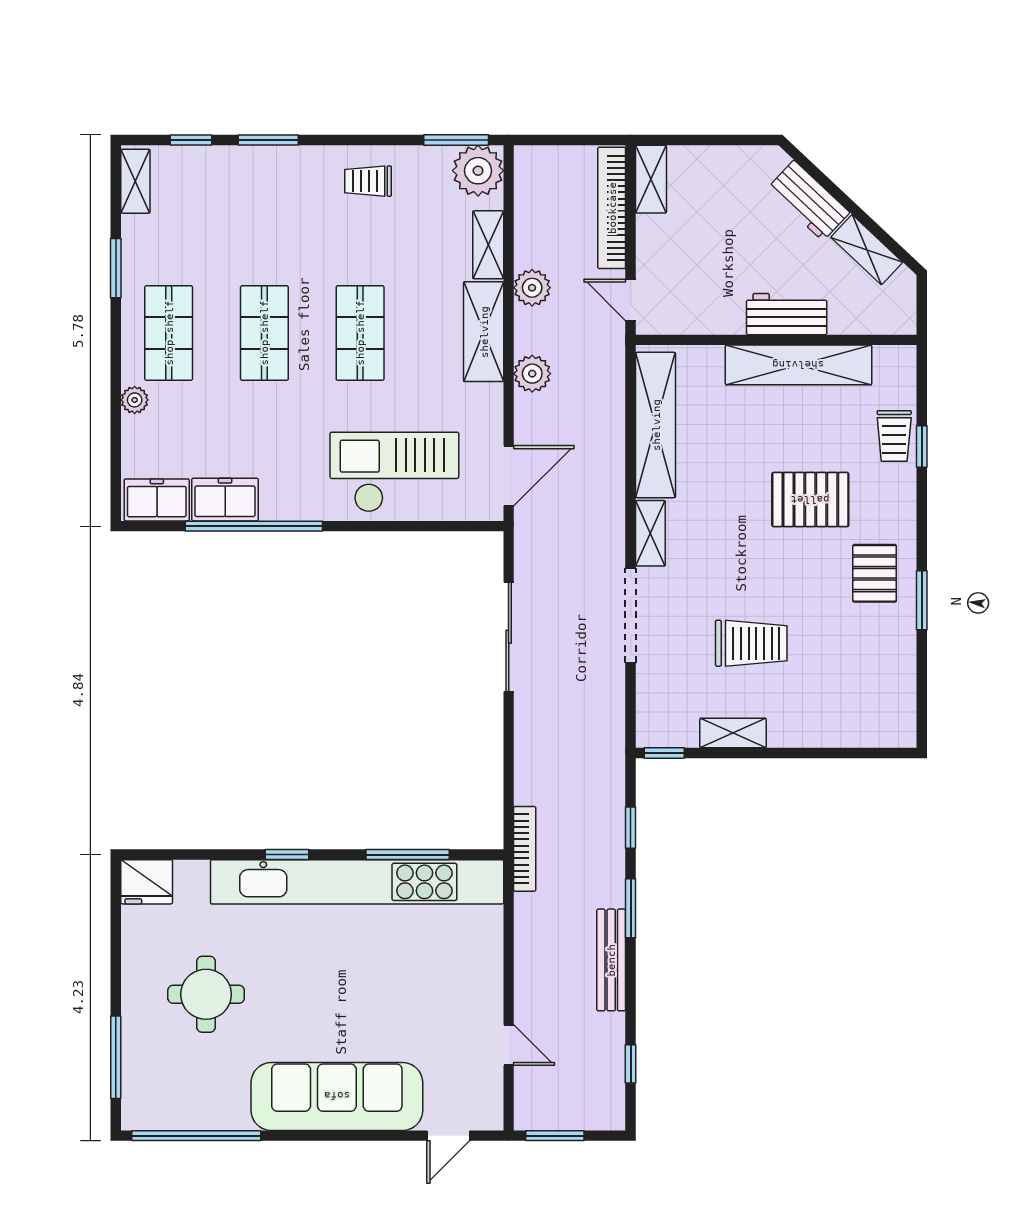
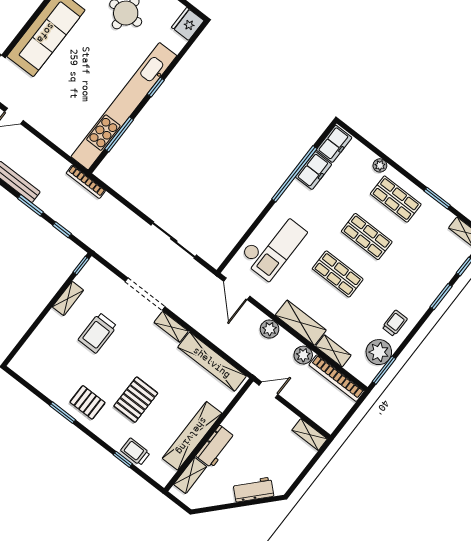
plant: (478, 171) -> (379, 352), moved
bookcase: (612, 208) -> (337, 378), moved, turned 180
shelving: (867, 250) -> (190, 476), moved, turned -43

